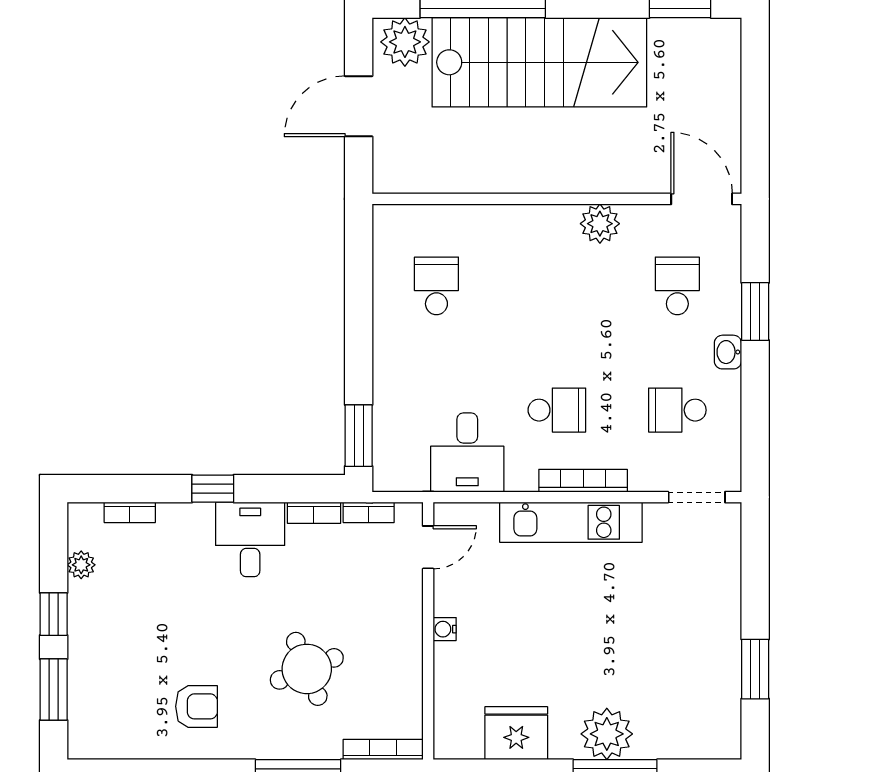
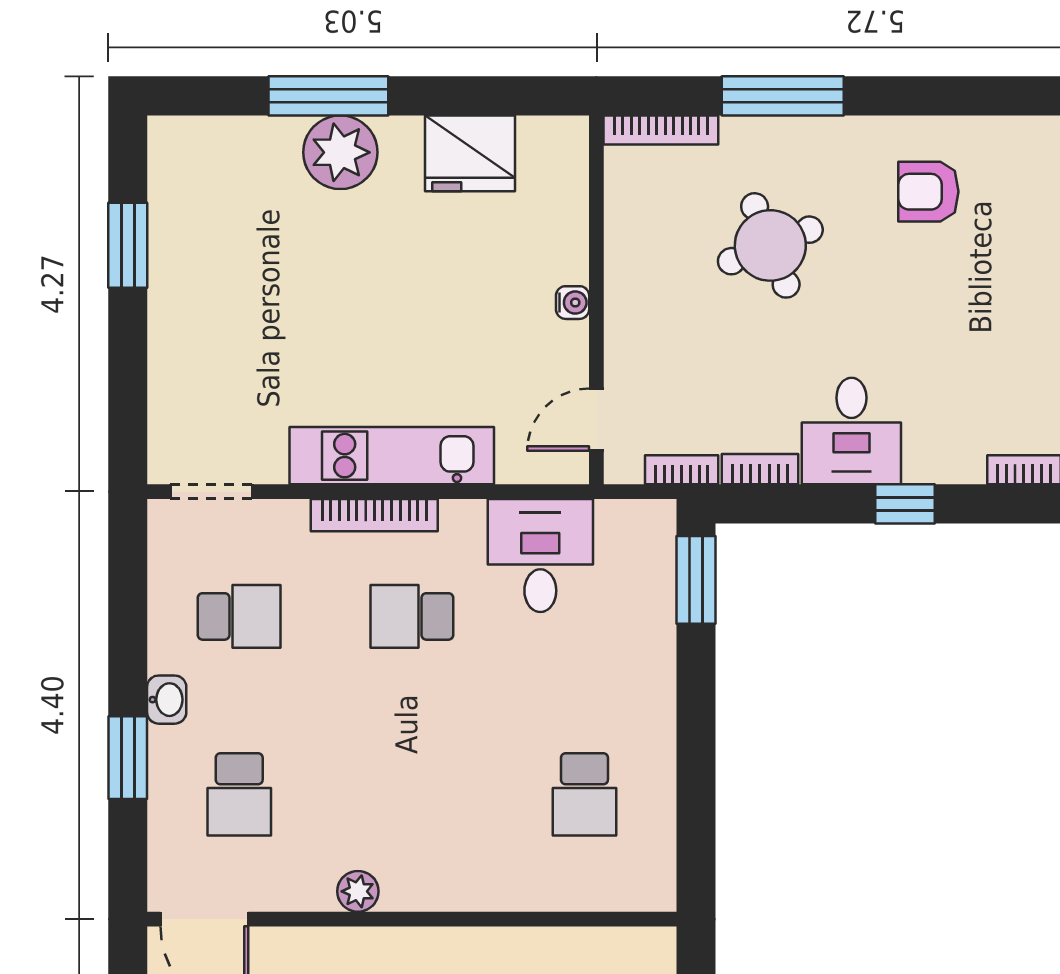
plant: (600, 224) -> (358, 891), width x0.73, depth x0.73

